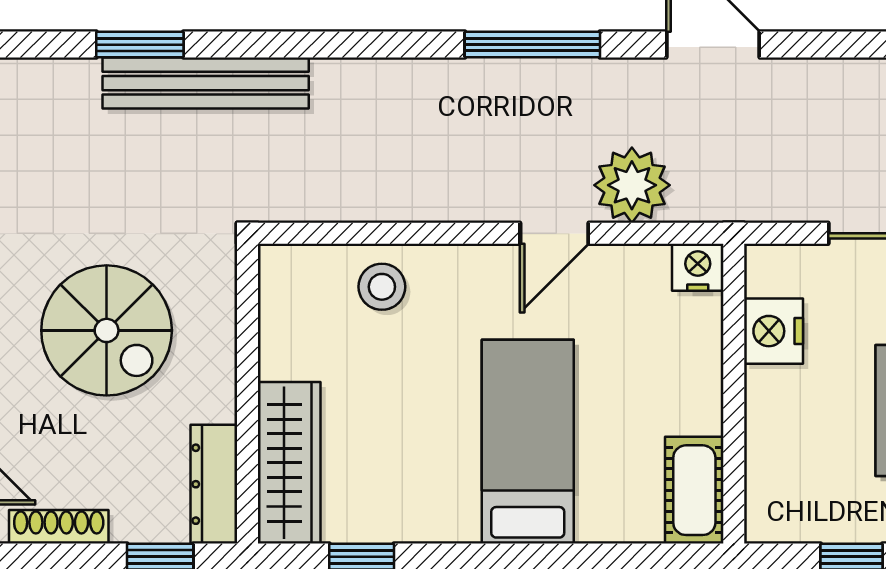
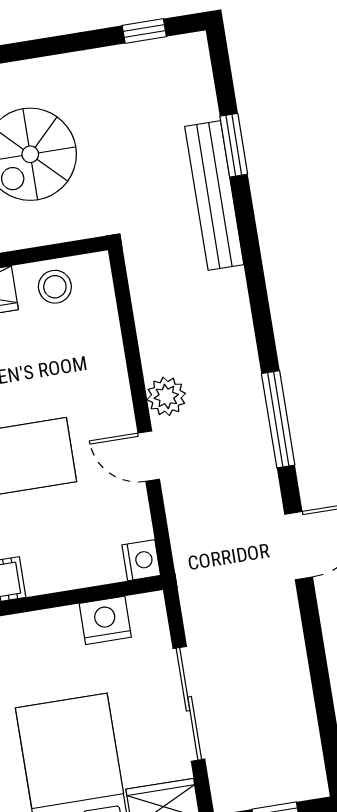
plant: (632, 185) -> (166, 396), moved, width x0.73, depth x0.73
stool: (382, 287) -> (55, 287), moved

